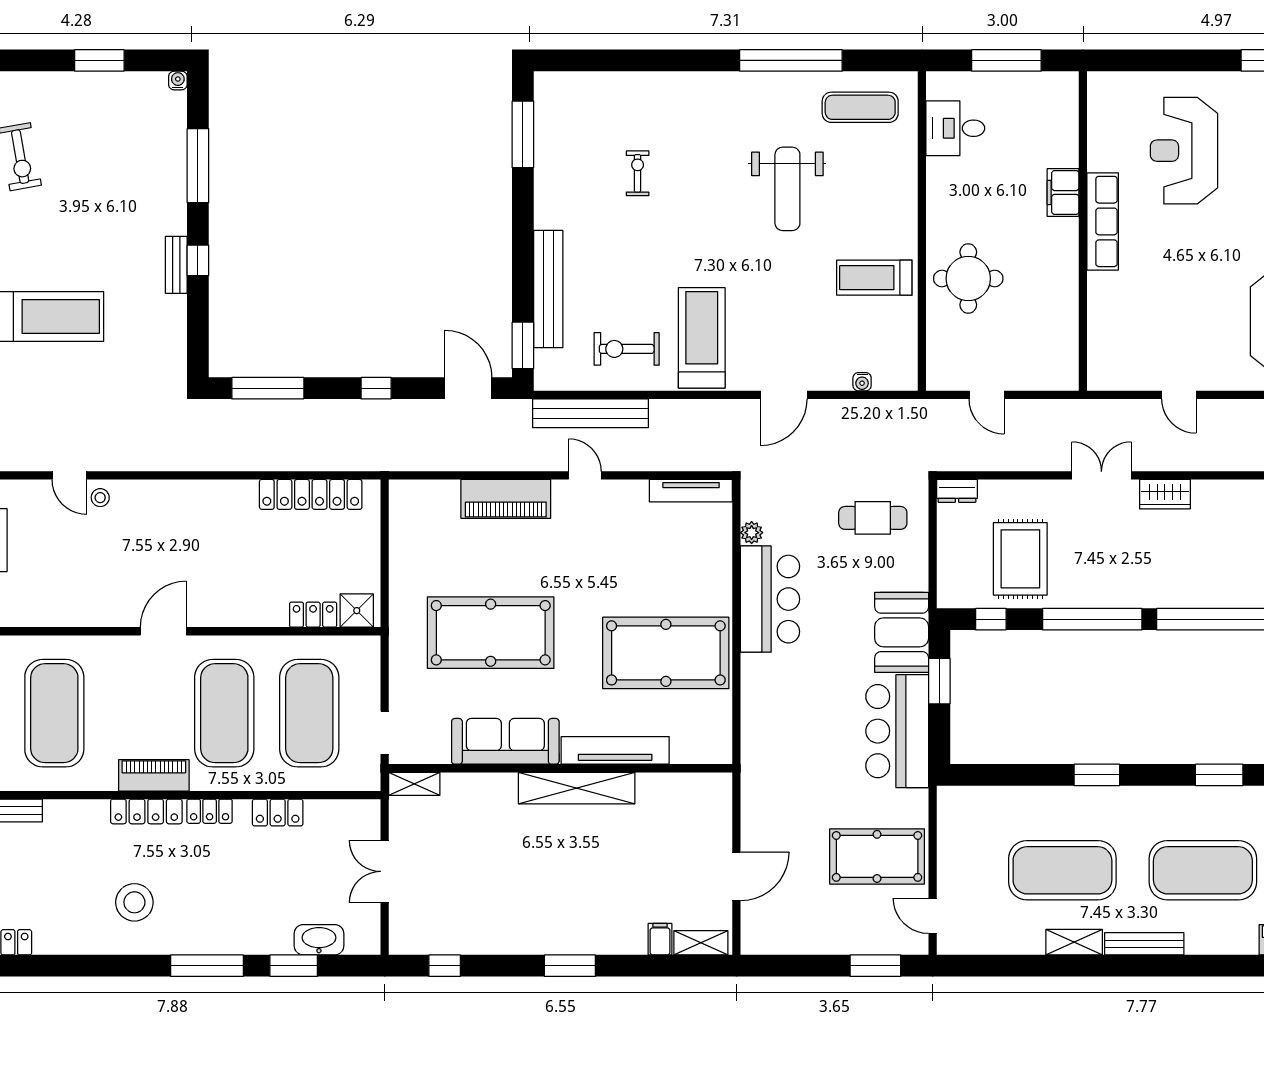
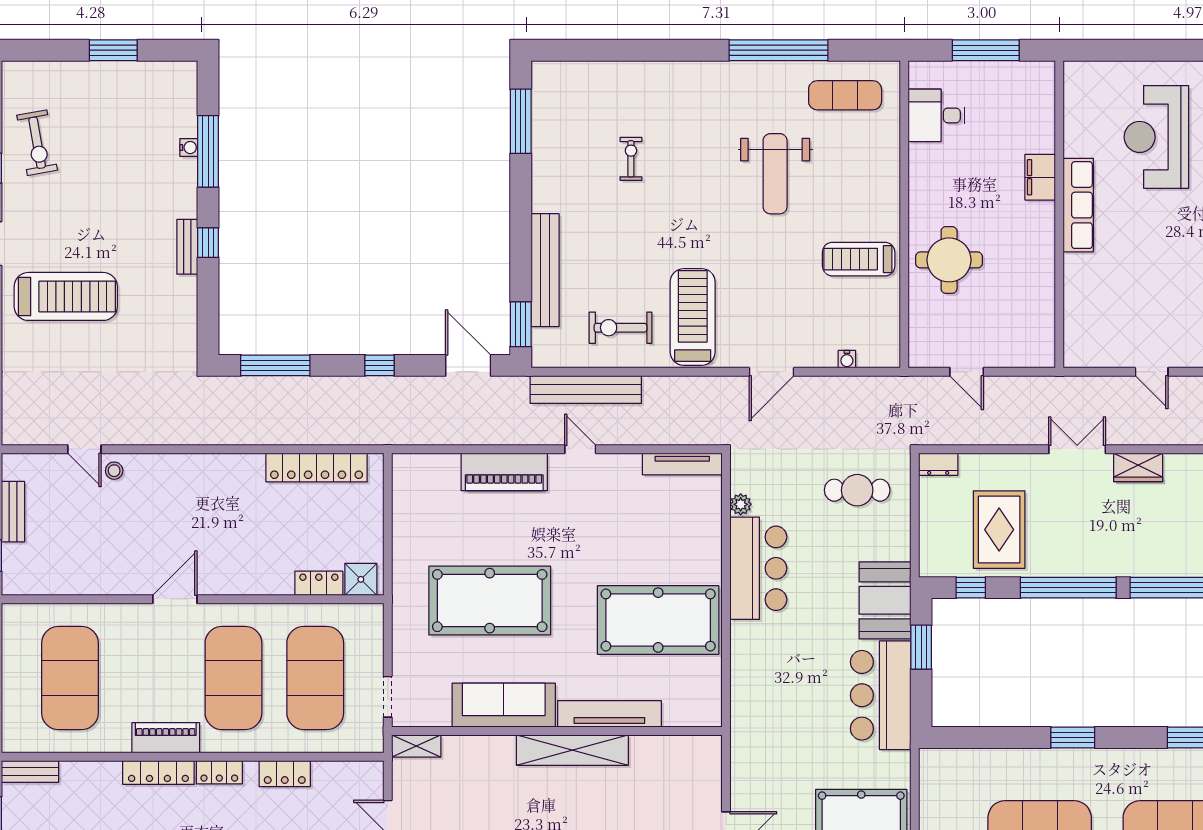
water cooler: (178, 81) -> (189, 148), moved, turned 90

